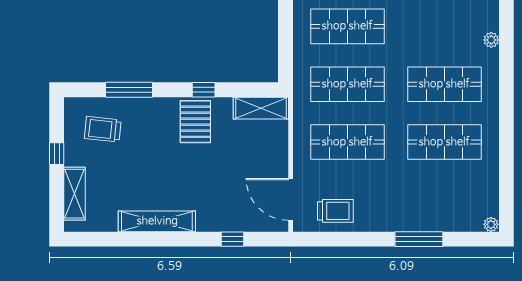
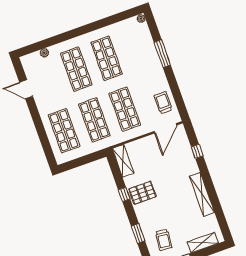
window: (129, 90) -> (138, 233), width x0.69

